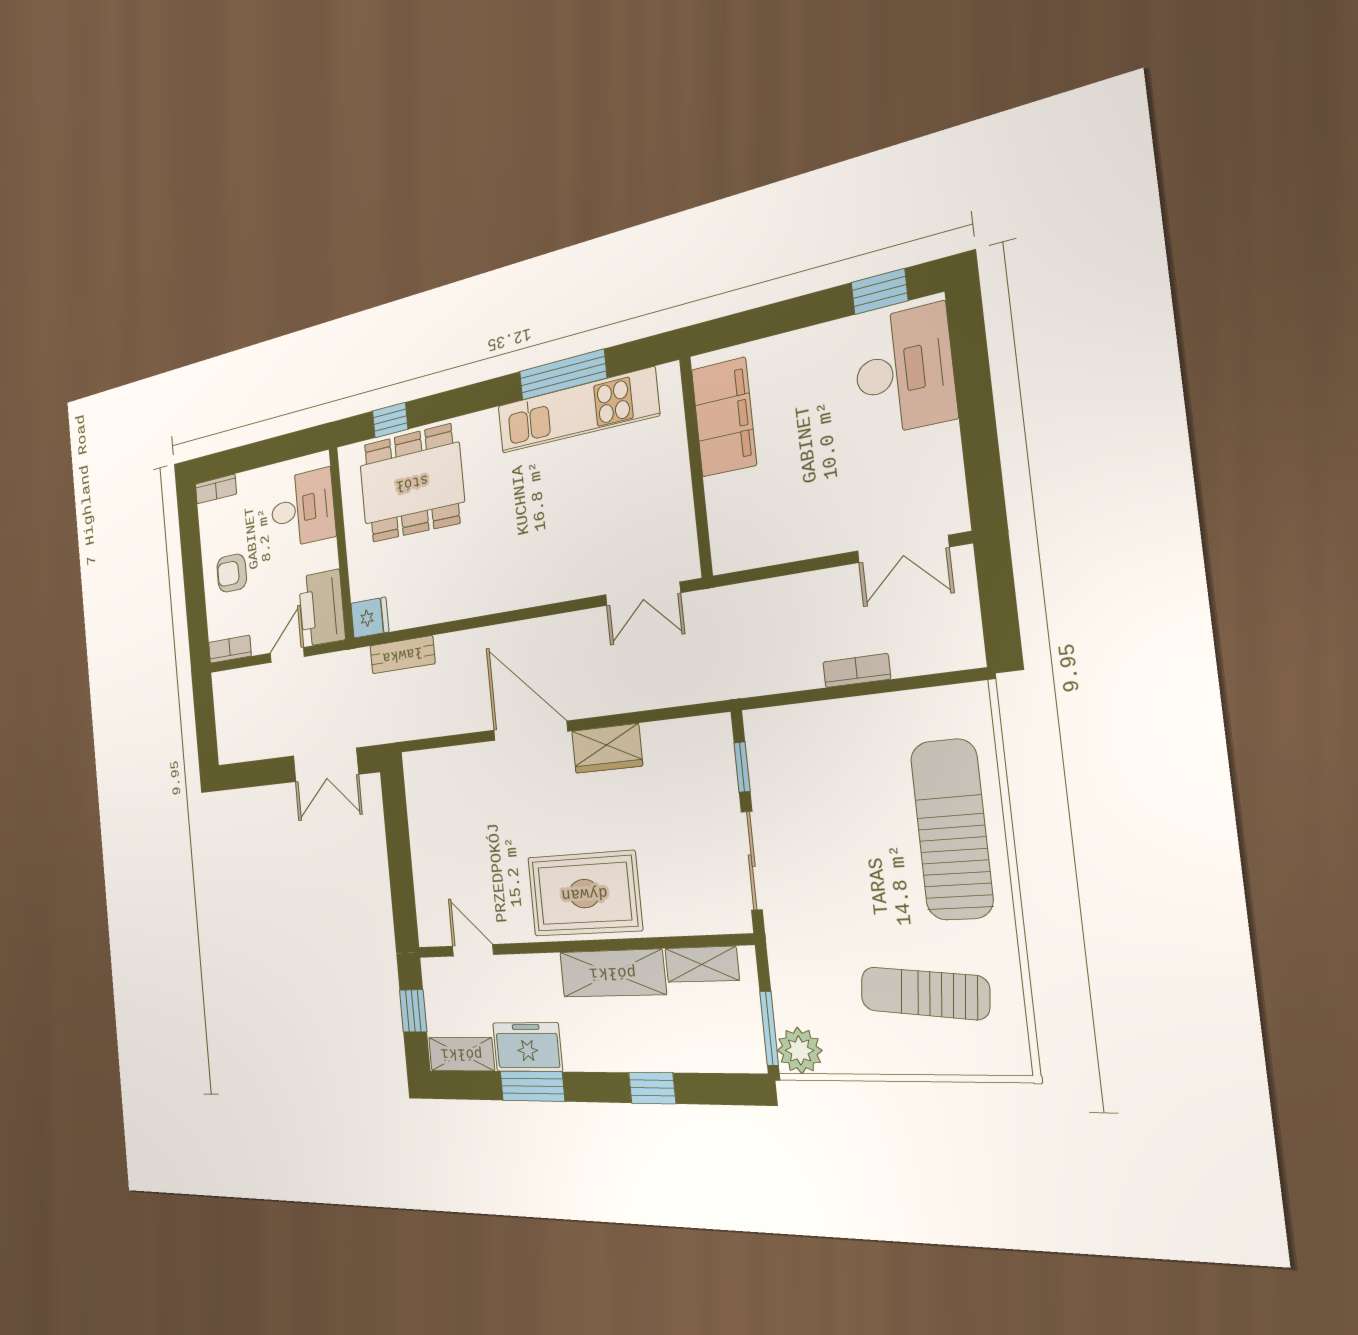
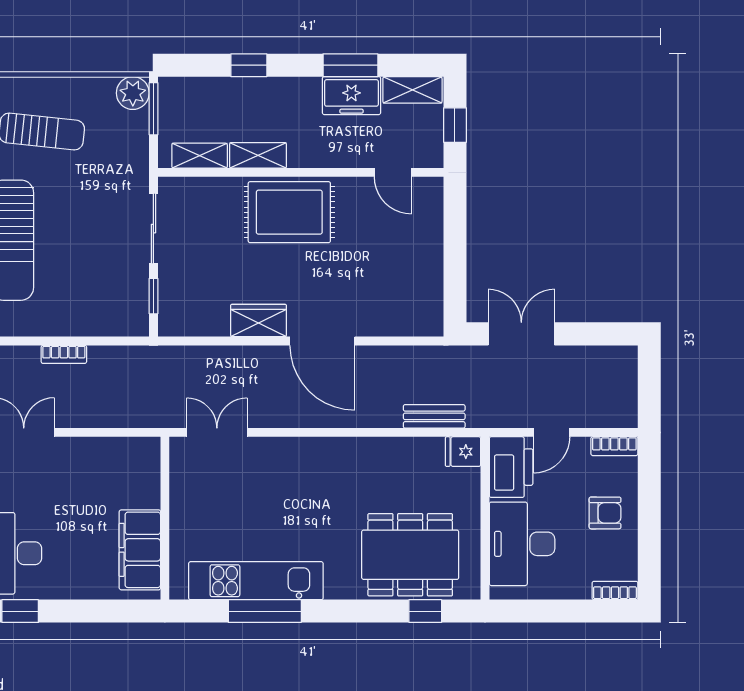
desk: (303, 509) -> (522, 544), width x1.37
shelving: (612, 973) -> (258, 155), width x0.67, depth x0.75

